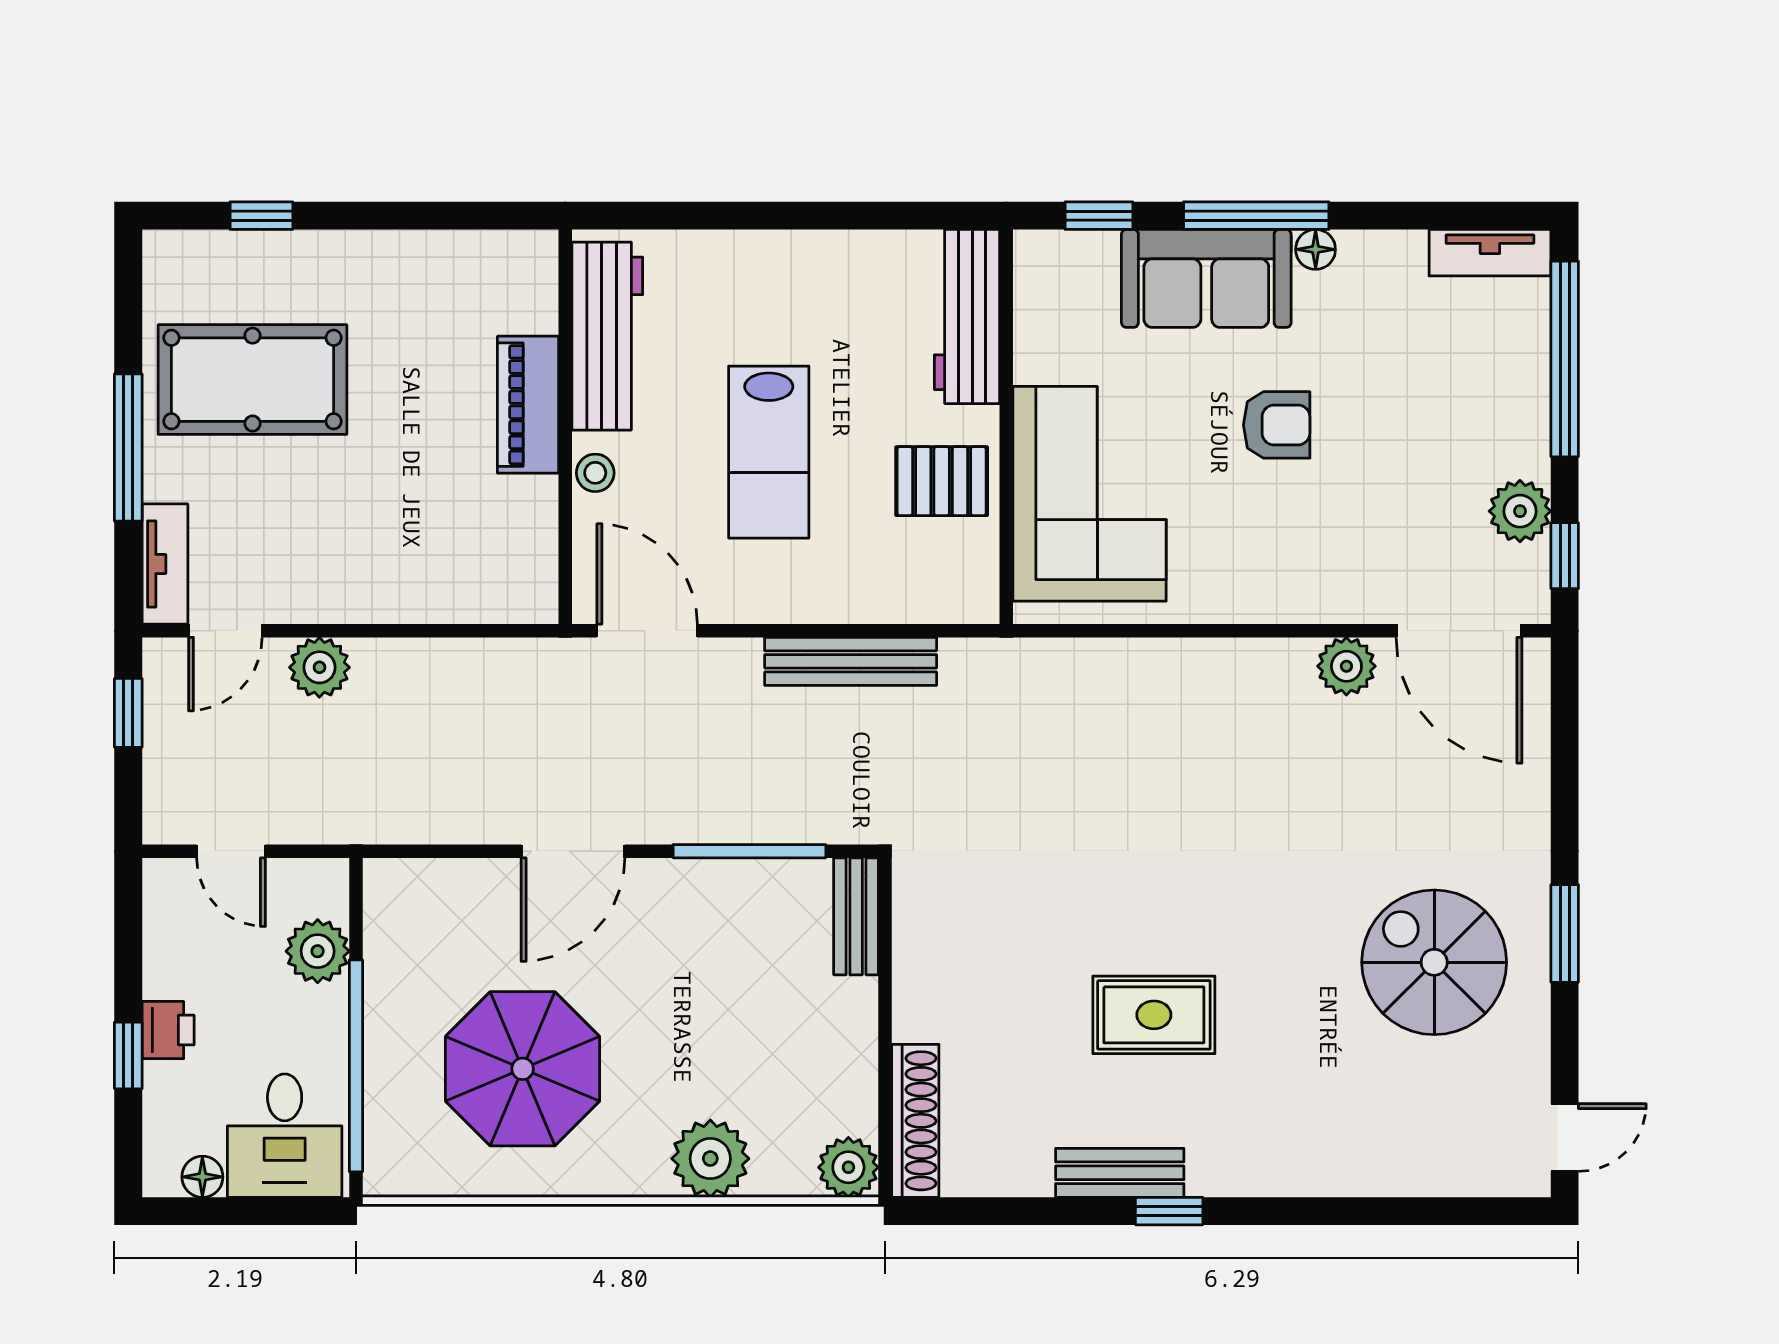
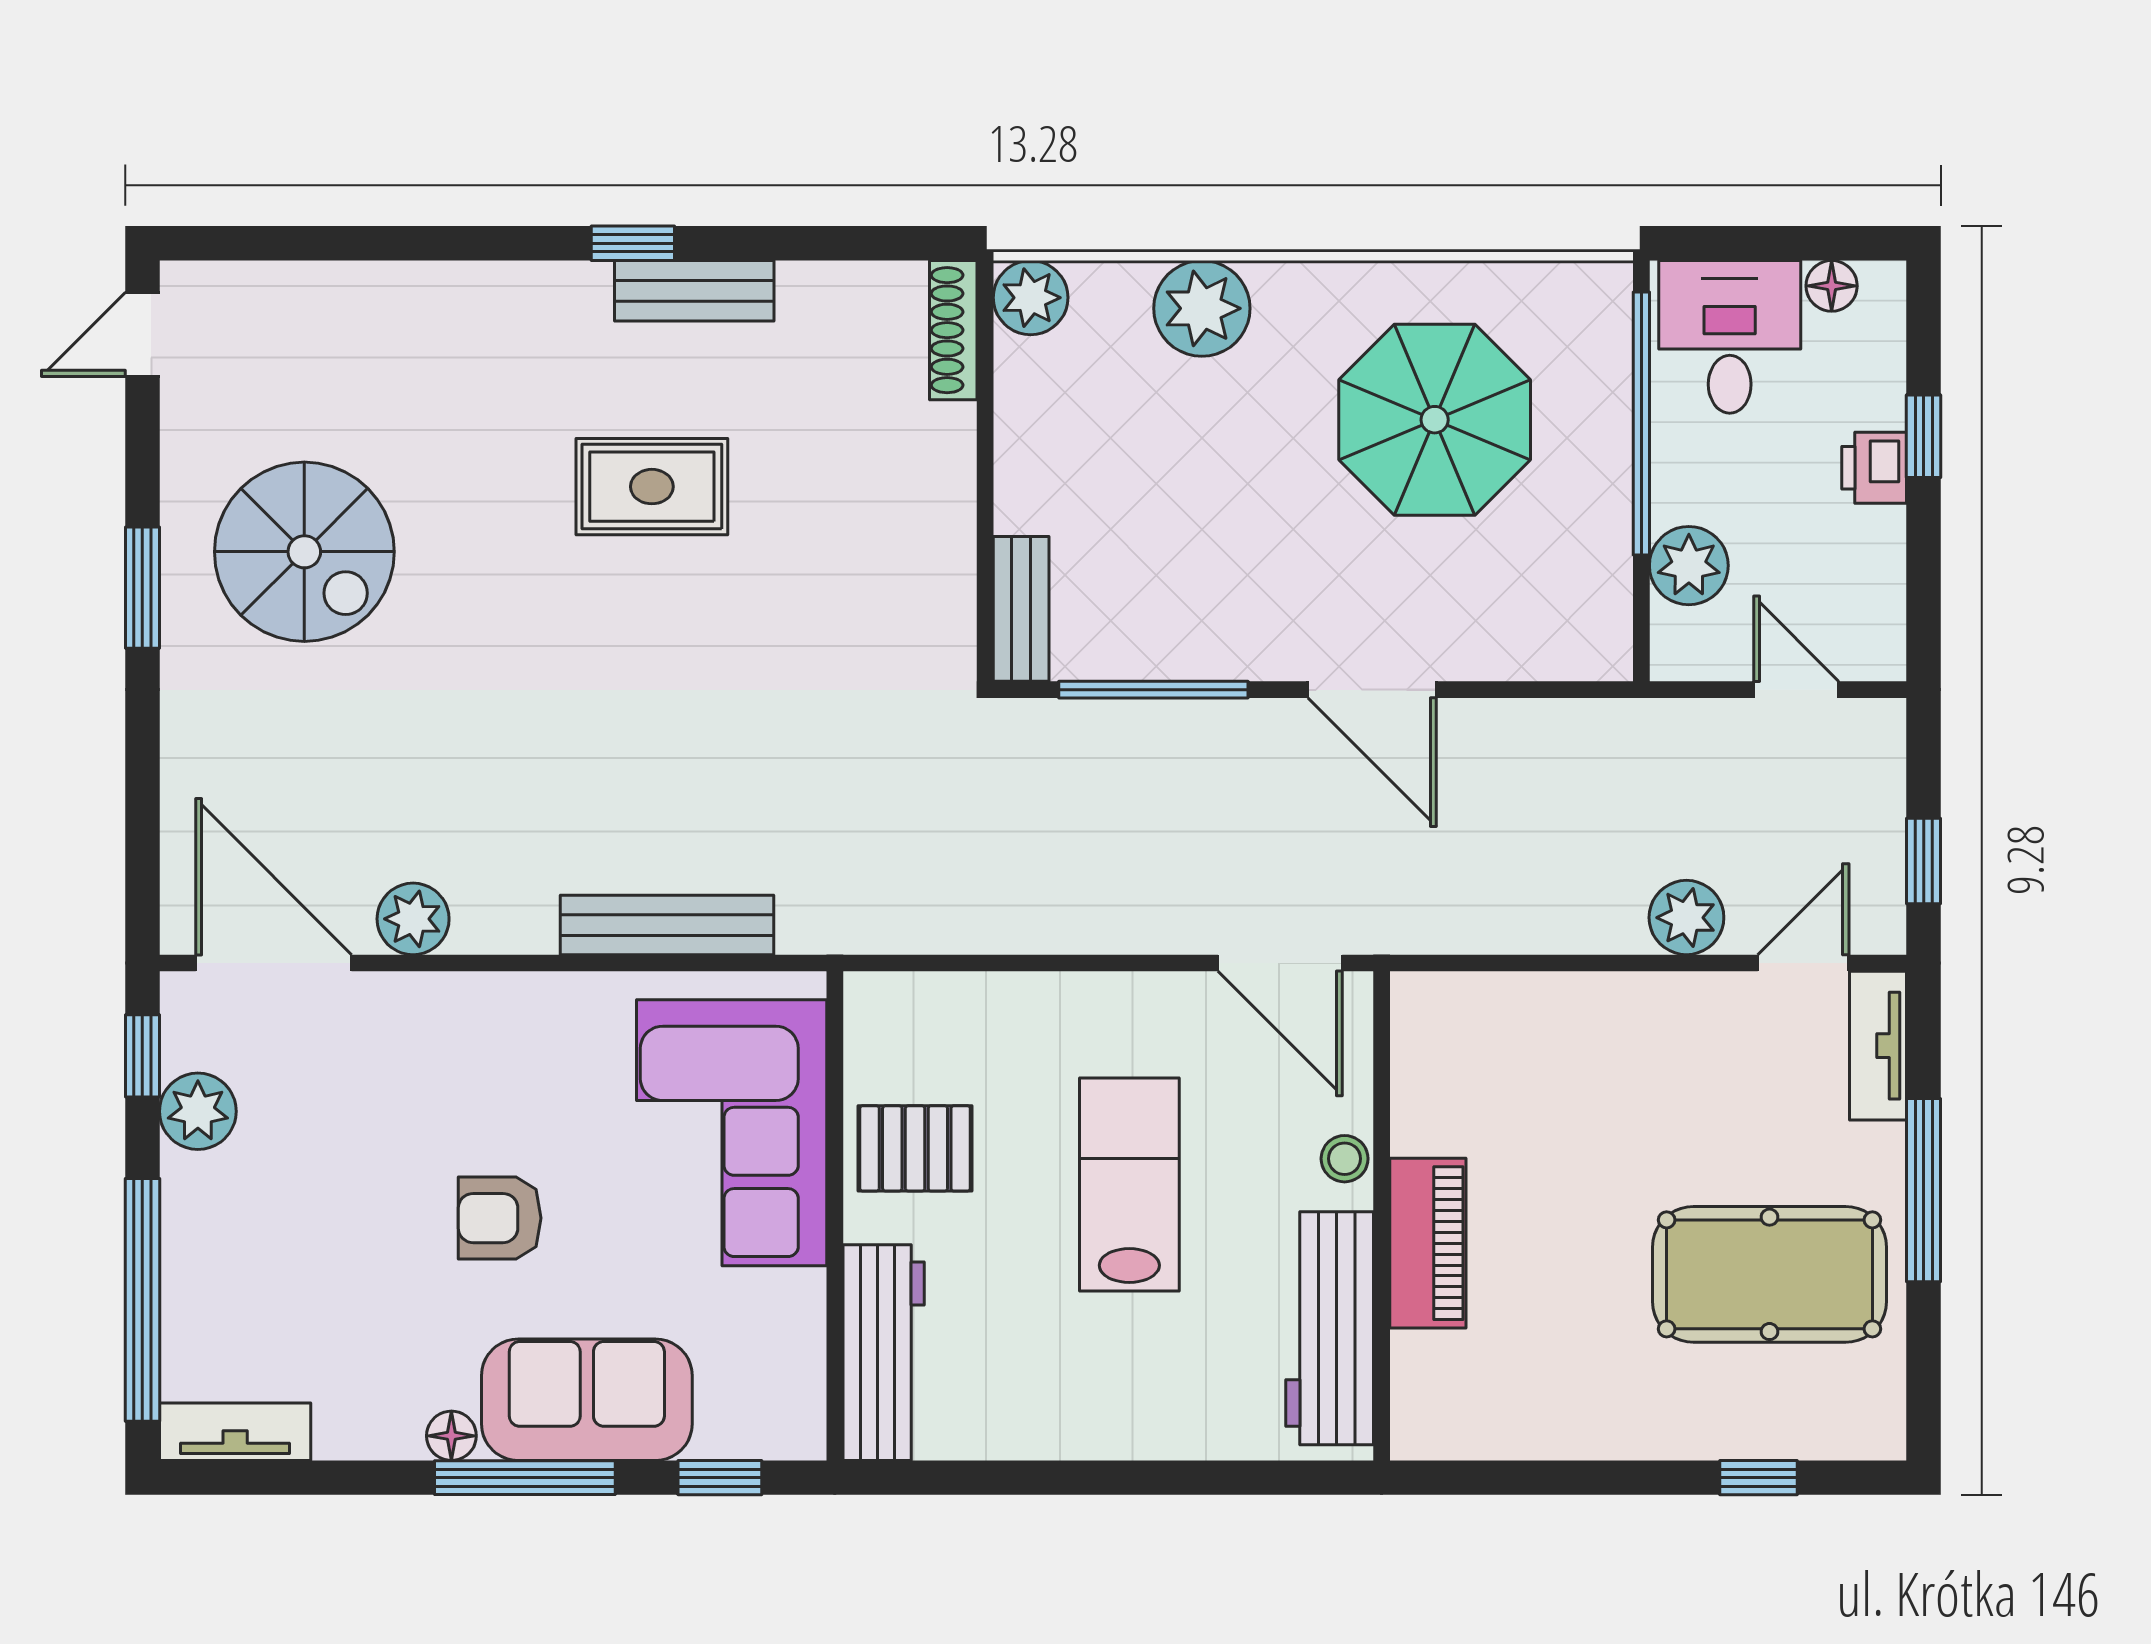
bench: (851, 661) -> (667, 925), moved
door: (573, 851) -> (1372, 690), swing flipped
shoe rack: (915, 1121) -> (953, 330), width x0.74, depth x0.81

